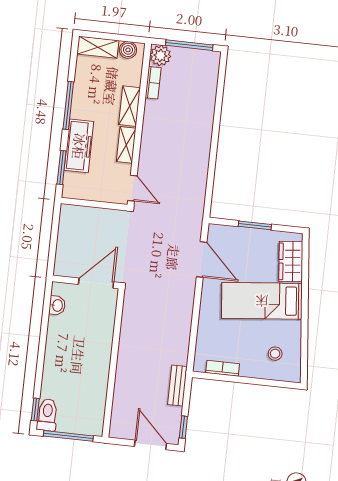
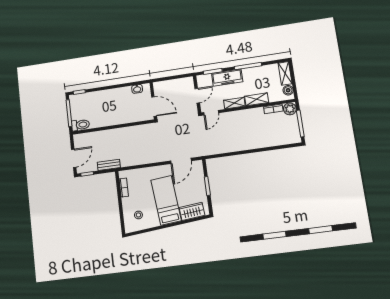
door: (97, 204) -> (197, 96), added
toilet: (47, 415) -> (81, 125), moved

